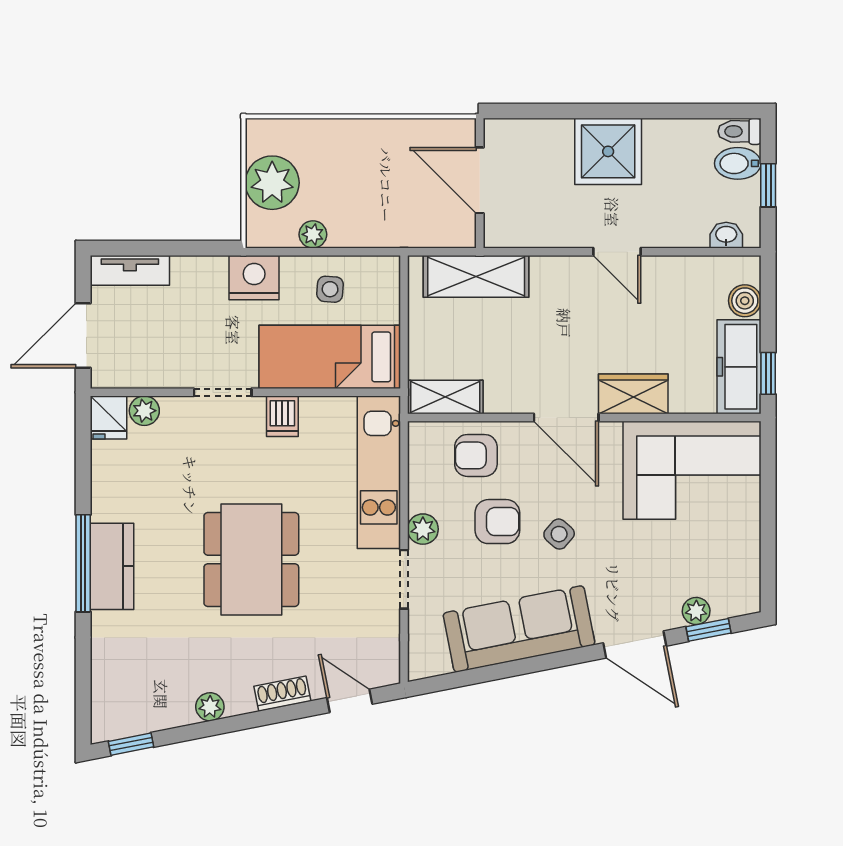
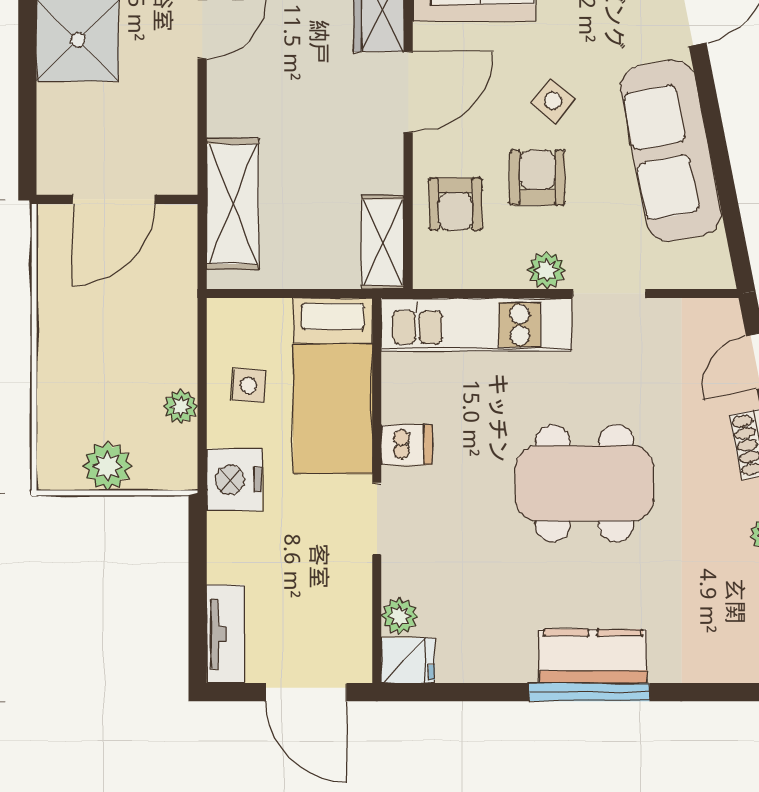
plant: (272, 183) -> (108, 466), width x0.73, depth x0.73

